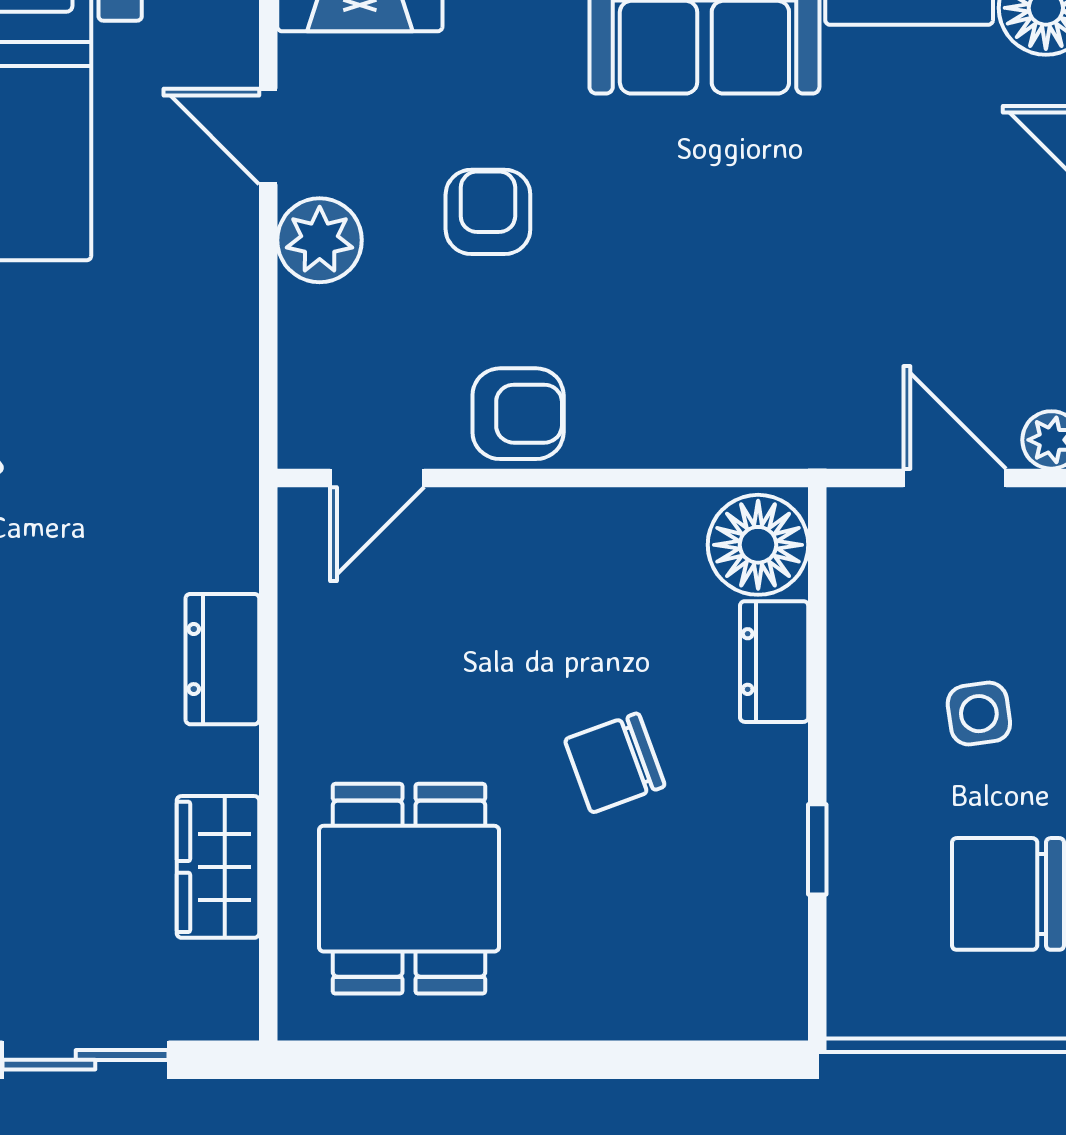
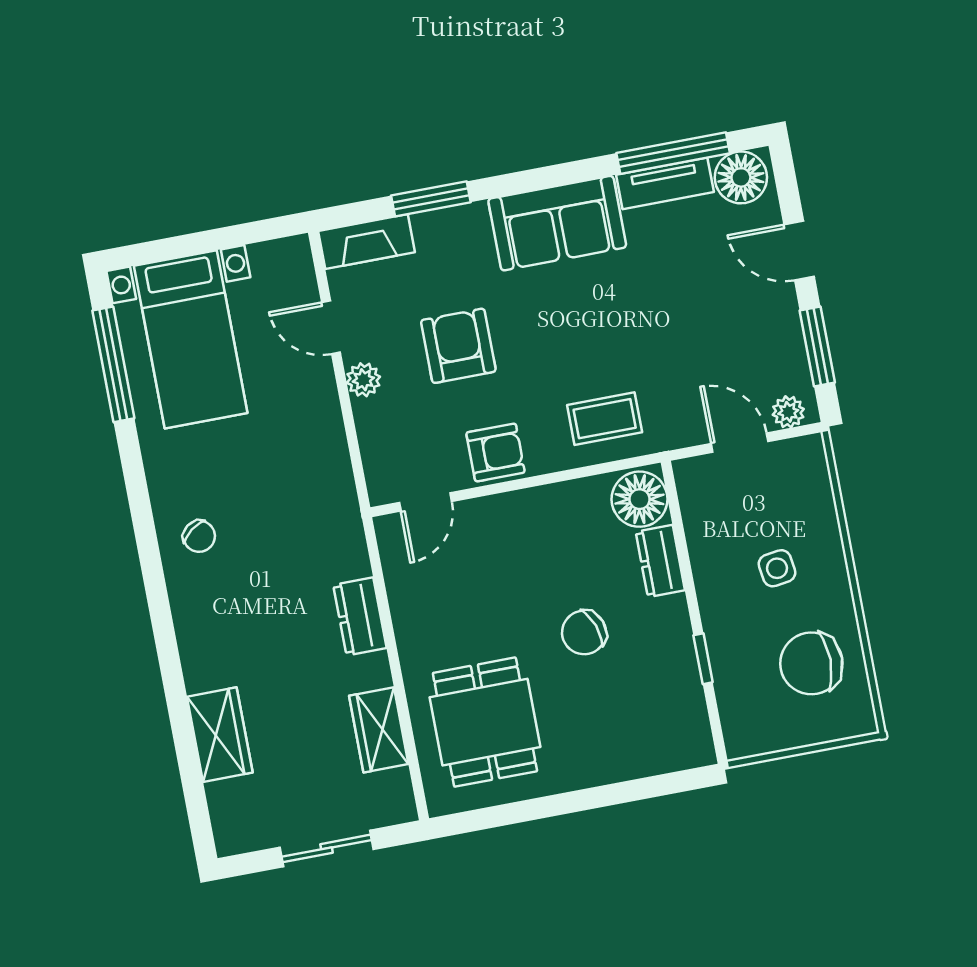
armchair: (488, 212) -> (458, 346), width x1.38, depth x1.38
plant: (320, 240) -> (363, 380), width x0.73, depth x0.73
coffee table: (723, 390) -> (605, 419), added

